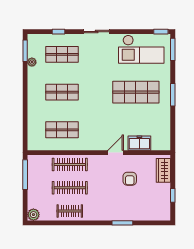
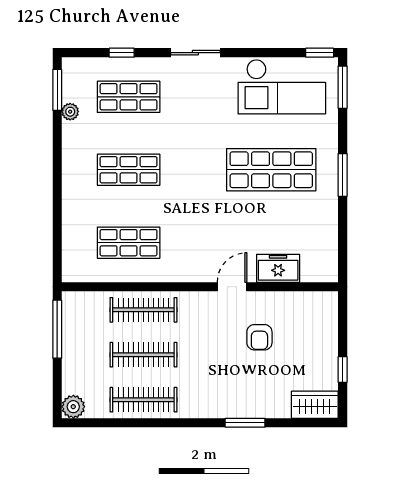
wardrobe: (163, 170) -> (315, 405), moved, turned 90
clothes rail: (70, 211) -> (143, 400), width x1.36

